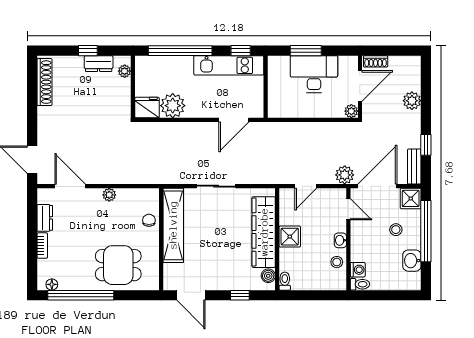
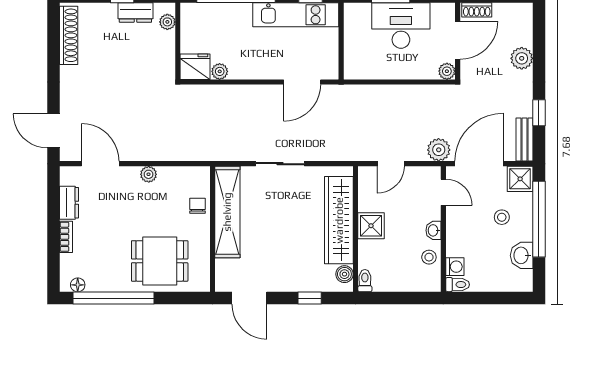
plant: (173, 106) -> (220, 71), width x0.53, depth x0.53

